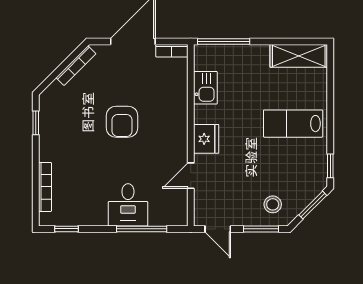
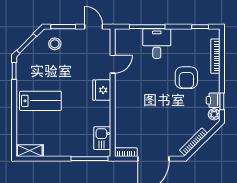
shelving: (299, 56) -> (30, 151), width x0.67, depth x0.75
kitchen sink: (205, 88) -> (102, 138), moved
plant: (47, 104) -> (214, 114), added
armchair: (122, 122) -> (186, 78), moved, turned 180
printer: (48, 124) -> (213, 100), added

